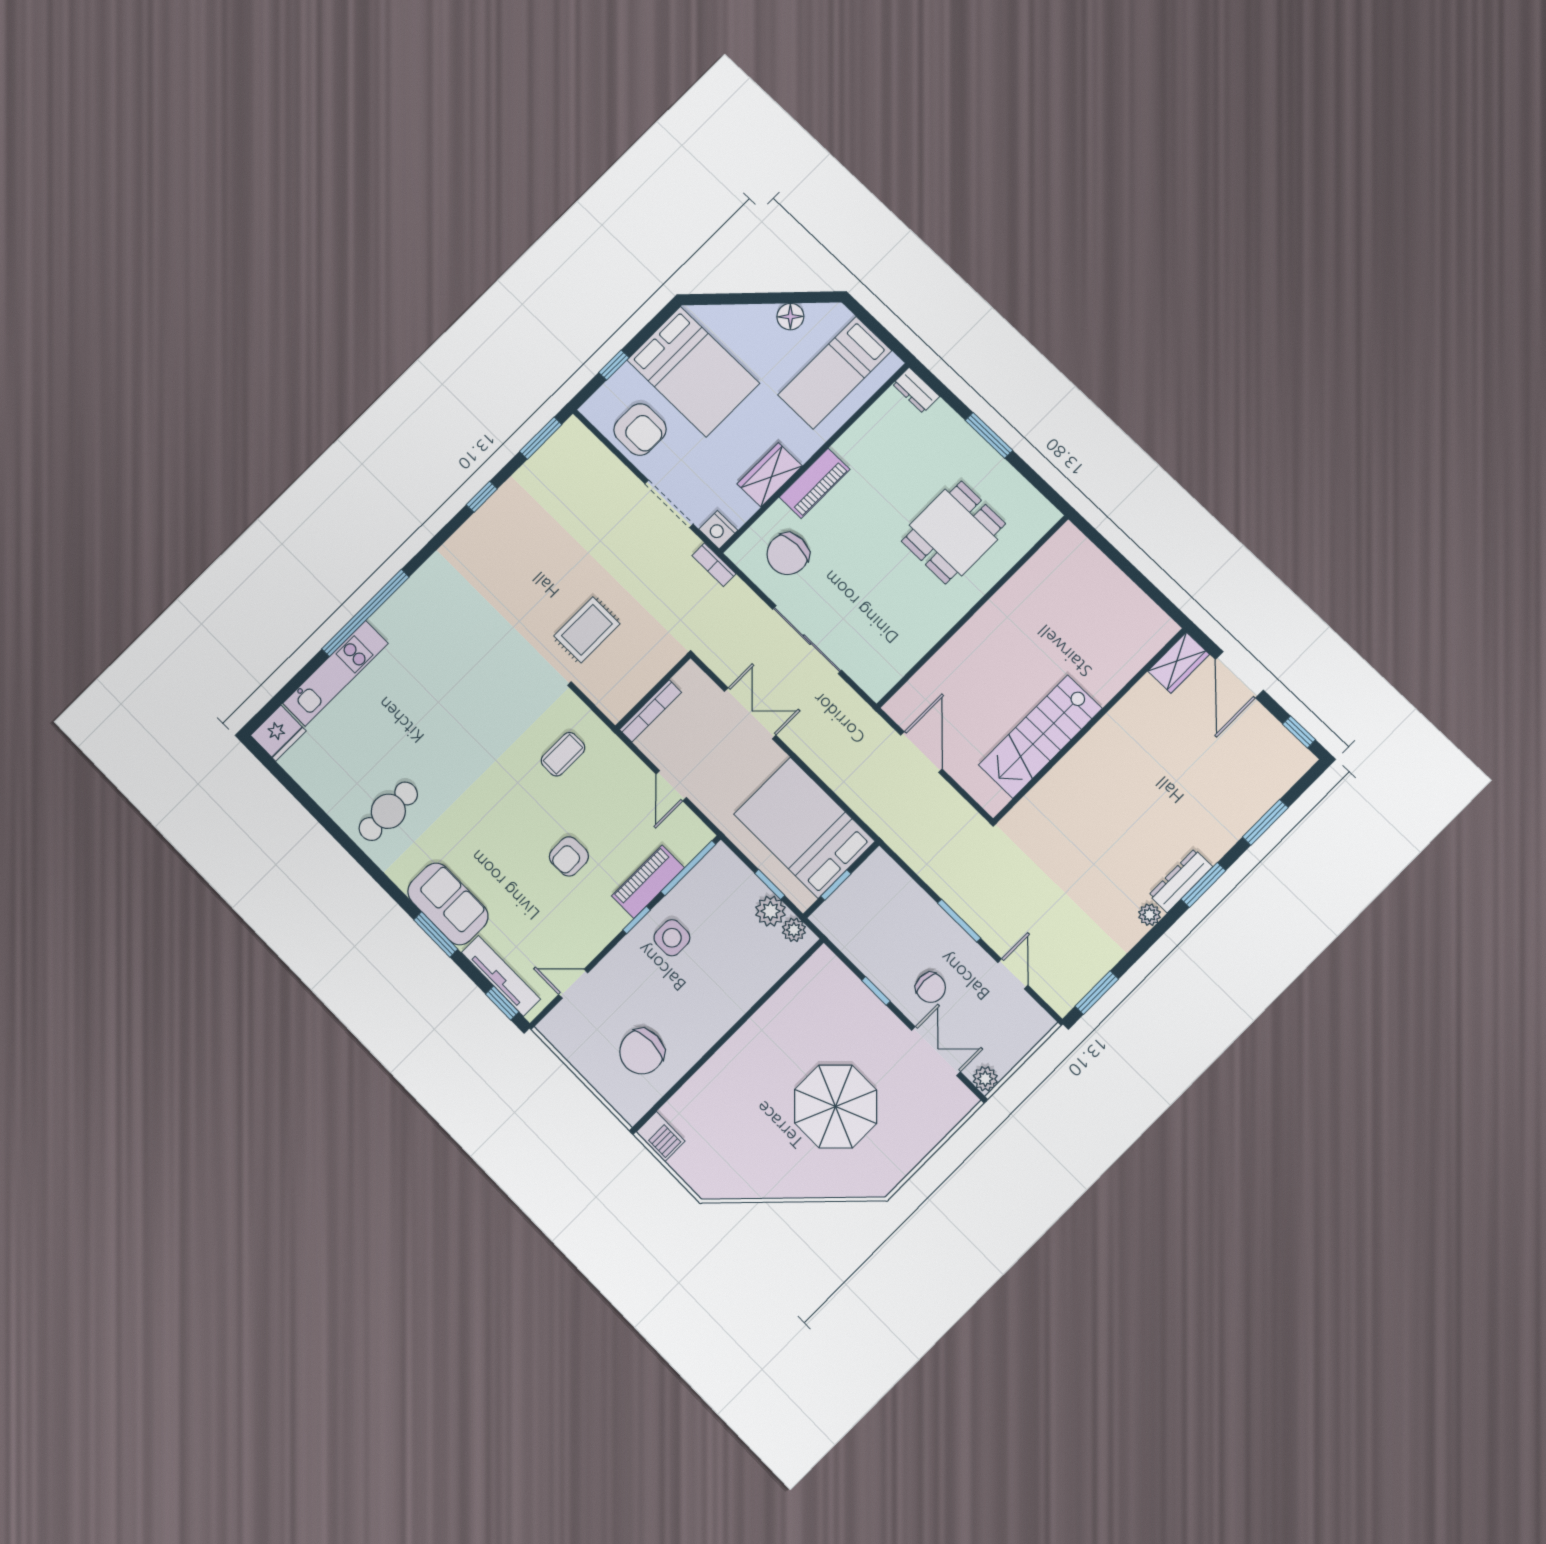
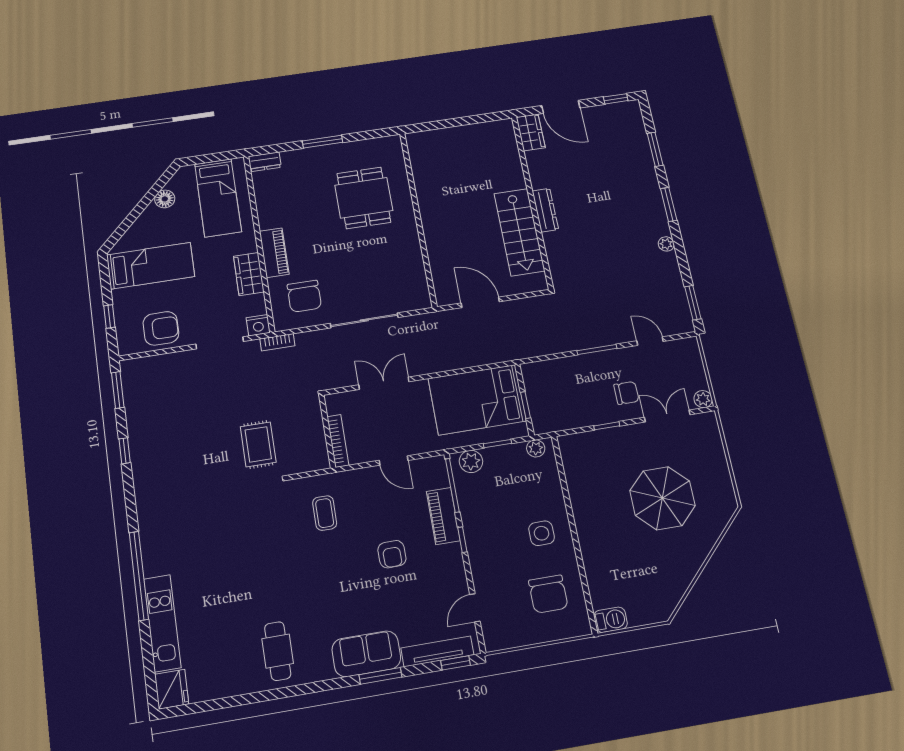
bed: (693, 372) -> (151, 266), width x0.67
dresser: (1181, 881) -> (545, 210), moved, turned 180
plant: (770, 911) -> (471, 461), moved
side table: (672, 938) -> (542, 533), moved

